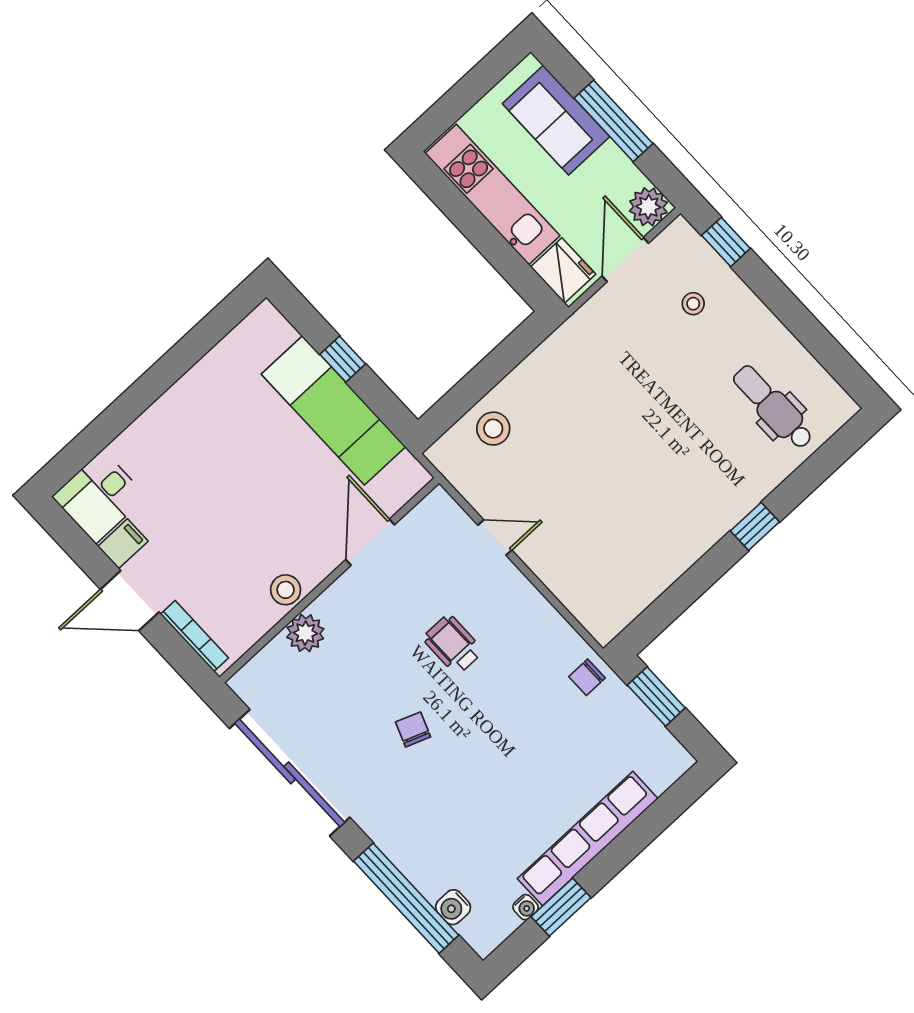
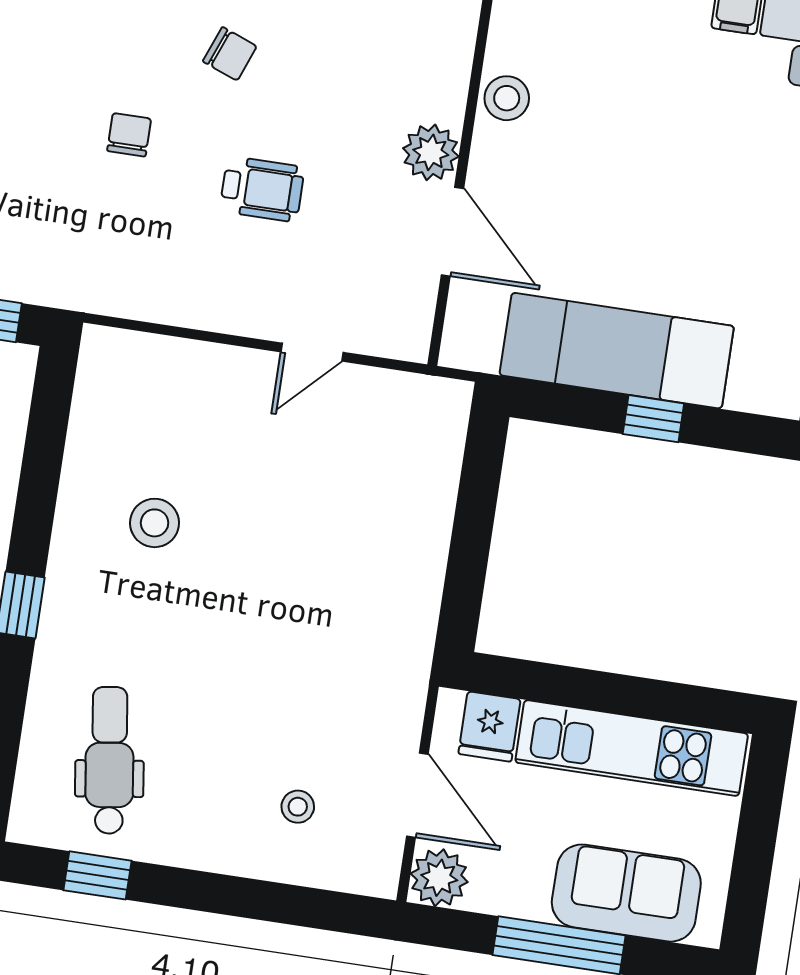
window: (726, 242) -> (98, 875), moved
fridge: (563, 271) -> (489, 727), width x0.72
dental chair: (773, 407) -> (109, 760), turned -98
stool: (493, 429) -> (155, 523), moved
plant: (305, 633) -> (431, 152), moved
chair: (587, 677) -> (129, 135), moved

